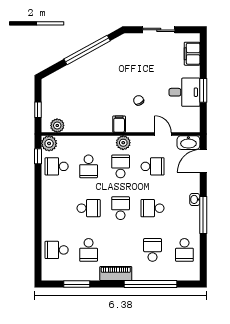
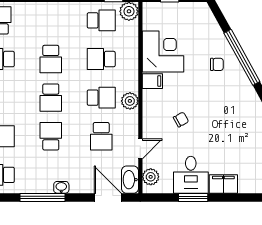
filing cabinet: (192, 54) -> (223, 184), moved
chair: (93, 71) -> (217, 64), added
corner desk: (82, 115) -> (163, 52), added
filing cabinet: (119, 124) -> (152, 81), moved
plant: (57, 125) -> (151, 177), moved
school desk: (57, 166) -> (101, 20), turned 90
school desk: (121, 208) -> (51, 98), turned 90

